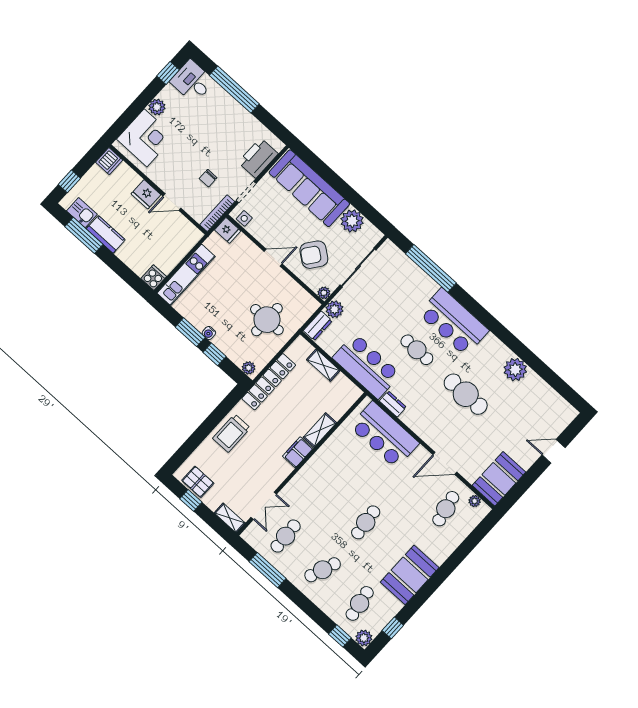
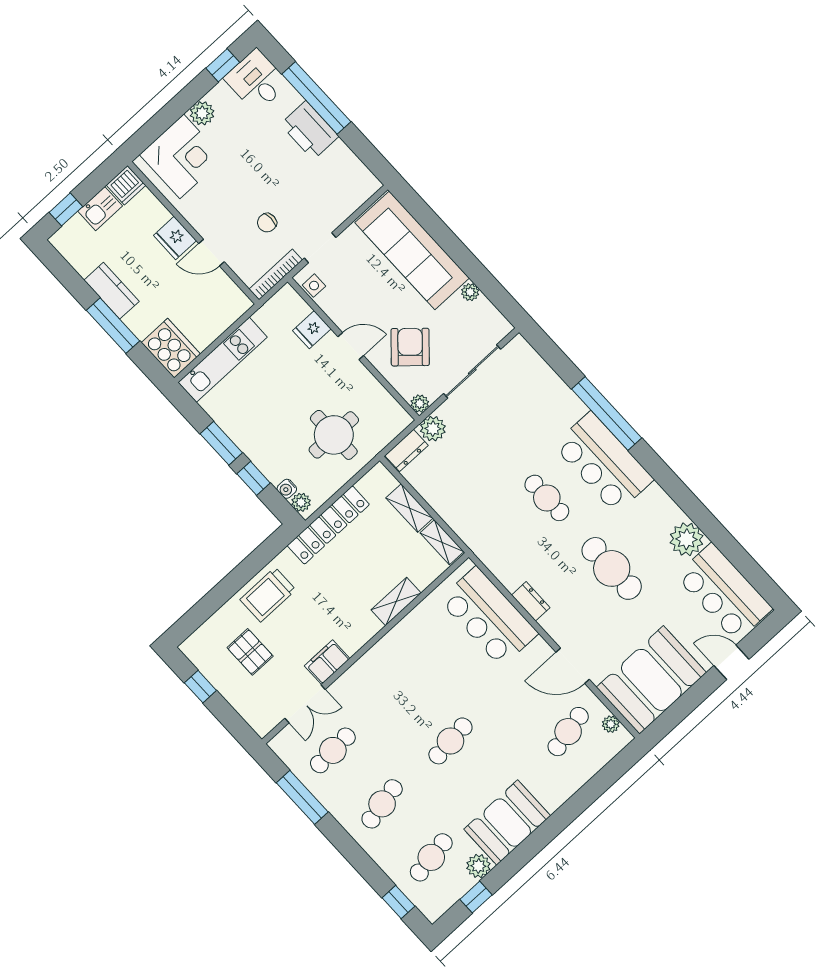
printer: (258, 158) -> (309, 130), moved, turned -90
kitchen sink: (82, 213) -> (100, 209), moved, turned 90
plant: (352, 221) -> (470, 292), width x0.53, depth x0.53
fridge: (228, 230) -> (312, 330), moved, turned 90
window: (84, 235) -> (113, 326), moved
armchair: (314, 255) -> (410, 347), turned 95
window: (431, 268) -> (607, 414), moved
cooker: (154, 278) -> (171, 348), width x1.87, depth x1.31
water cooler: (209, 333) -> (287, 489), moved
bar counter: (367, 366) -> (724, 592), moved, turned 180
dresser: (393, 404) -> (531, 601), moved
filing cabinet: (298, 452) -> (327, 662), moved
booth: (499, 479) -> (651, 680), width x1.36, depth x1.42
pallet: (198, 482) -> (250, 652), moved
shelving: (230, 518) -> (442, 542), moved
cafe table: (323, 570) -> (382, 804), turned -33
plant: (364, 638) -> (478, 866), moved

